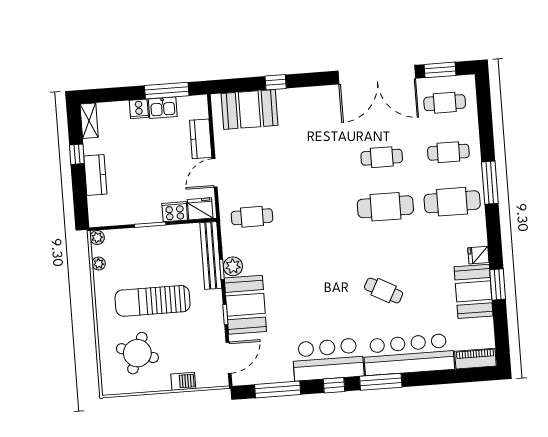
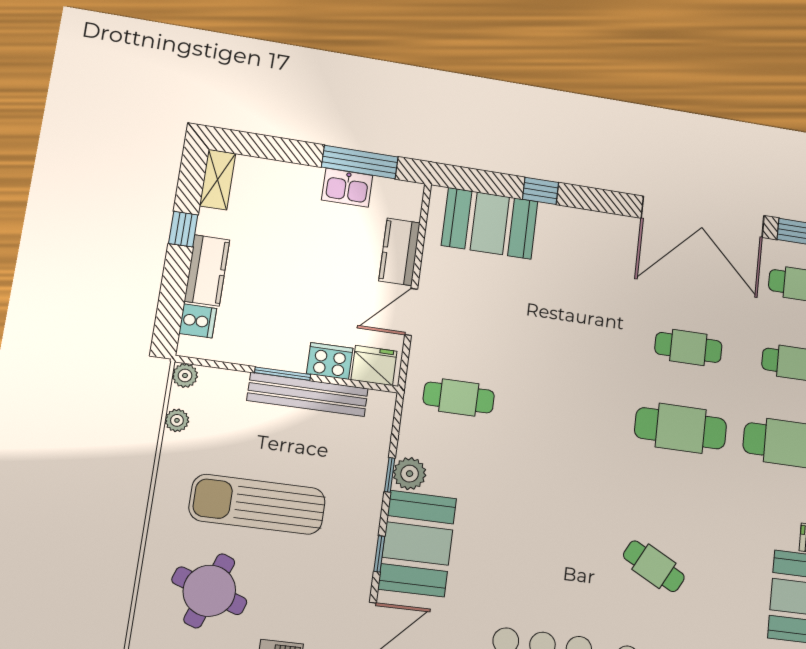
cooker: (139, 109) -> (198, 321), moved, turned -90
bench: (211, 256) -> (308, 394), moved, turned 90

